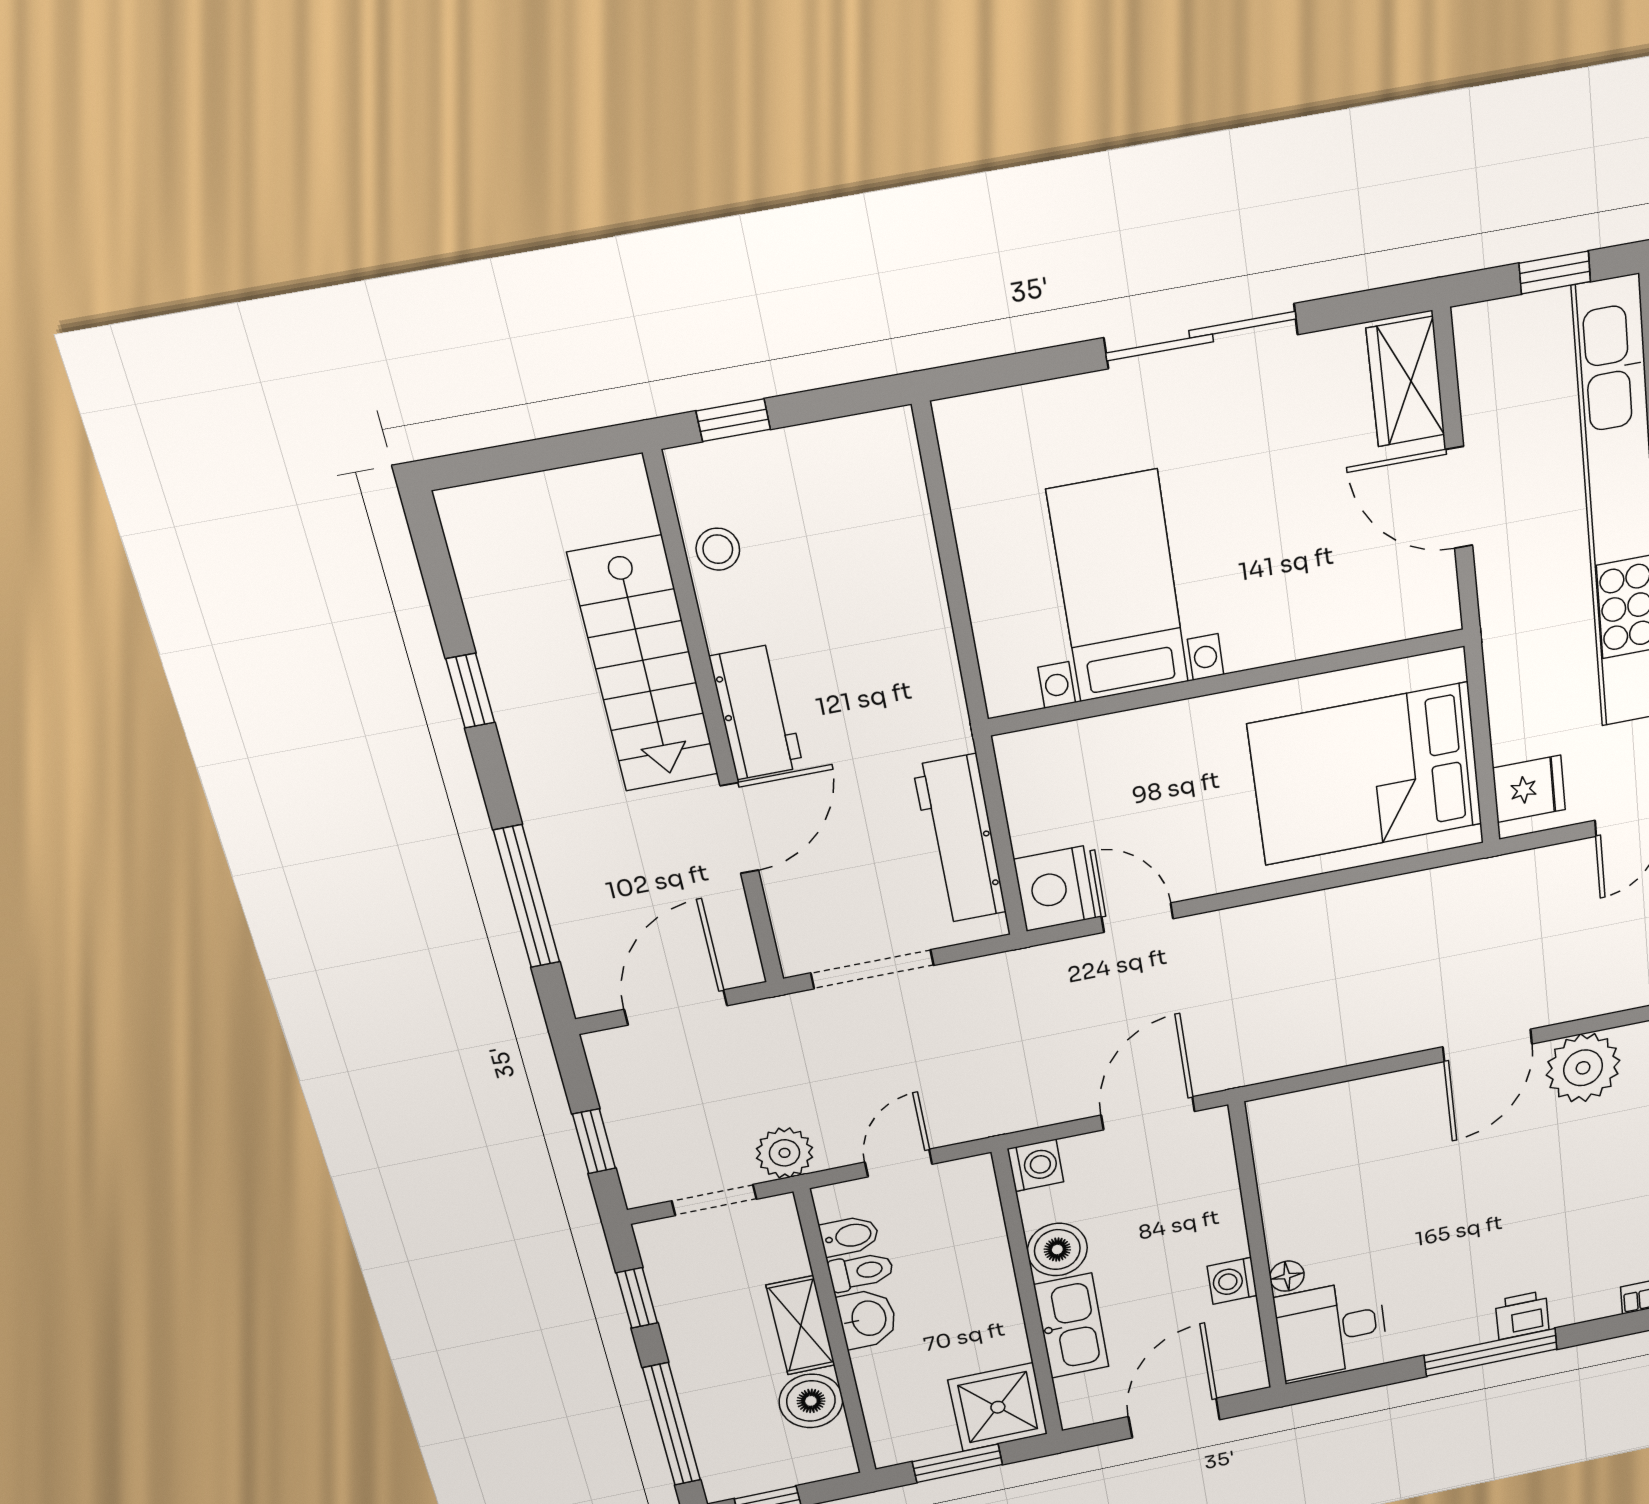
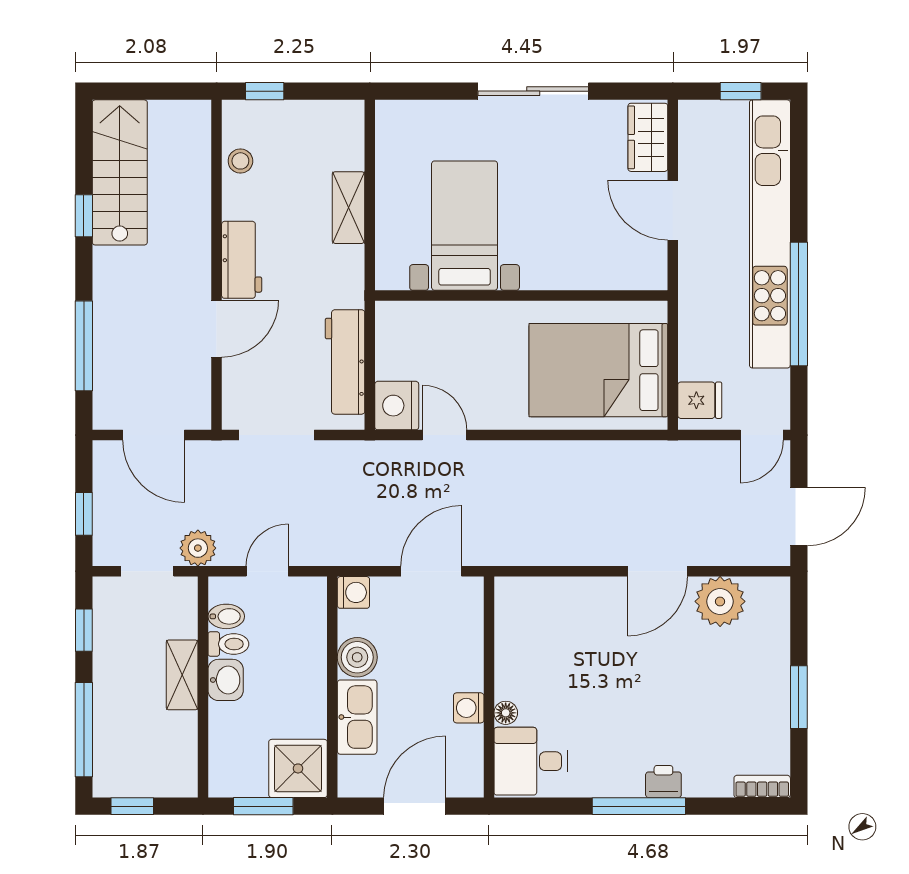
shelving: (919, 593) -> (348, 208), added
stairs: (644, 665) -> (120, 172), moved, turned 180
door: (676, 1007) -> (154, 435), swing flipped
boiler: (811, 1401) -> (177, 734), removed

